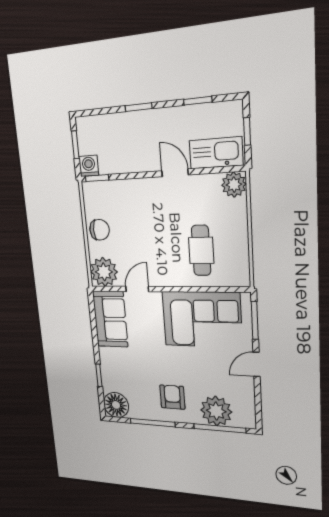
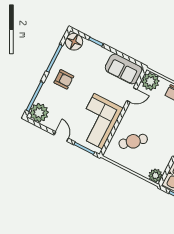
cafe table: (201, 250) -> (133, 141), turned -41
door: (137, 289) -> (132, 95), hinge flipped
plant: (216, 411) -> (39, 113), moved

